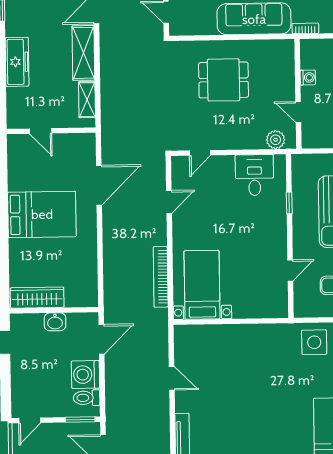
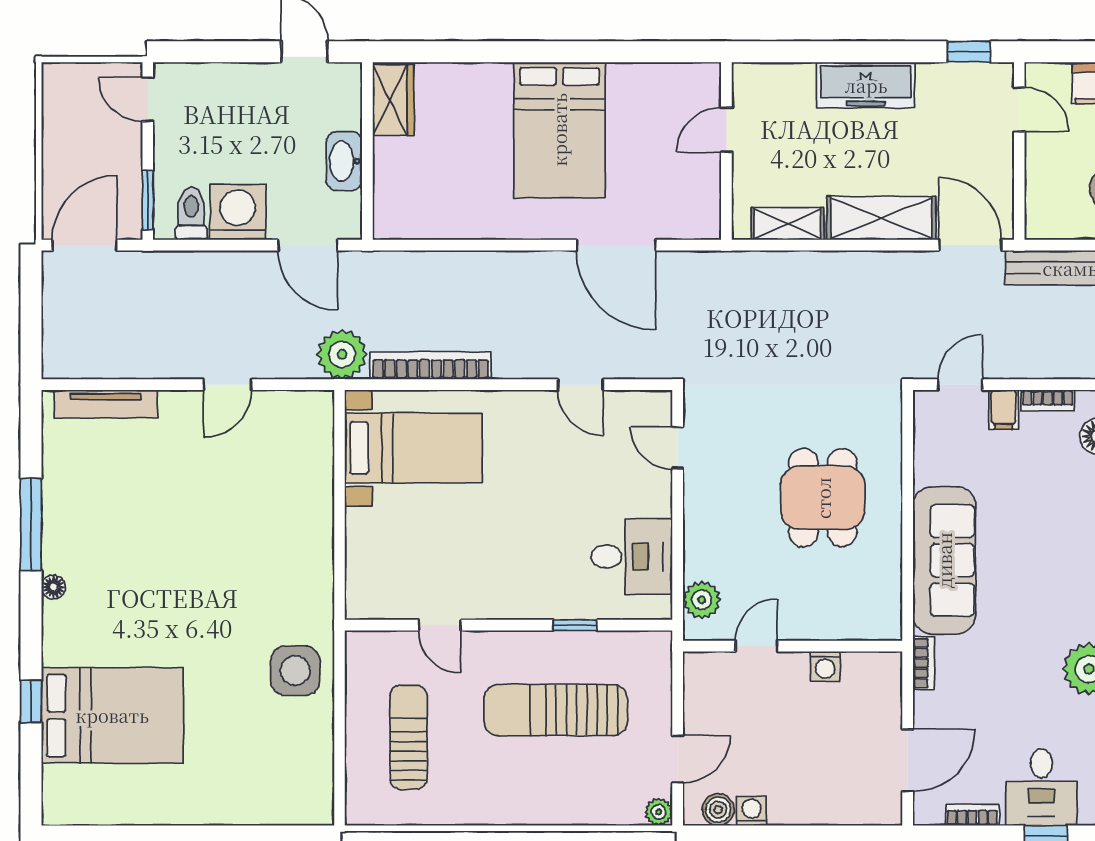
wardrobe: (37, 298) -> (393, 100), width x0.67
plant: (156, 321) -> (342, 354), added
washbasin: (55, 322) -> (344, 161), width x1.38

